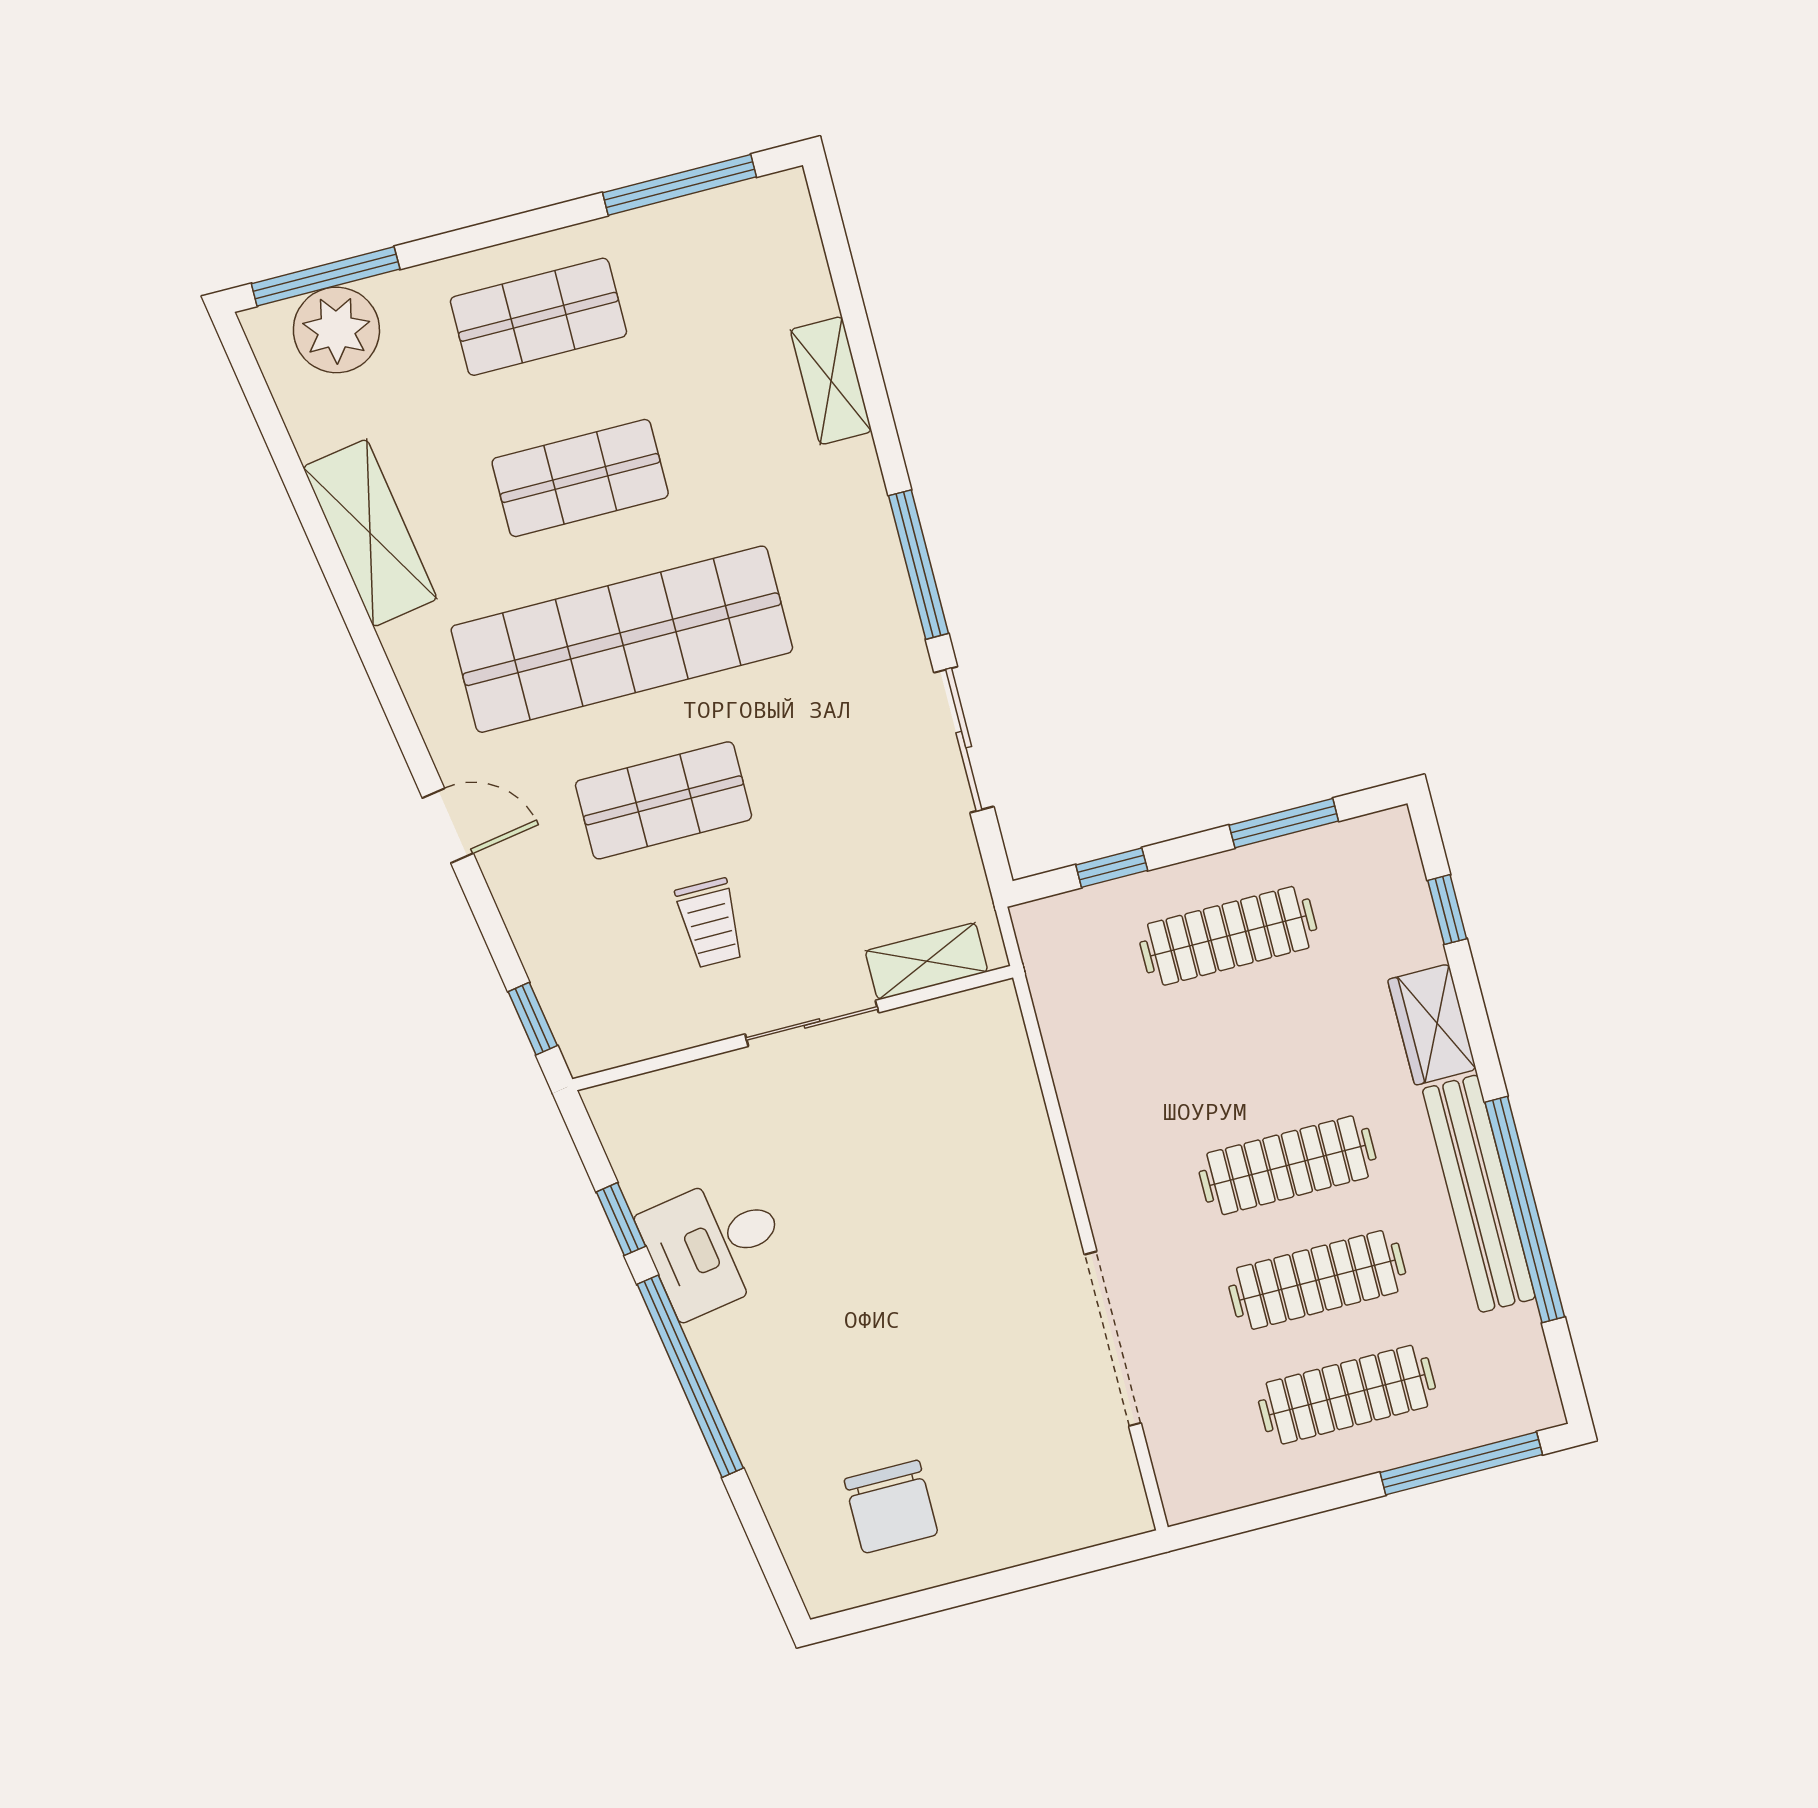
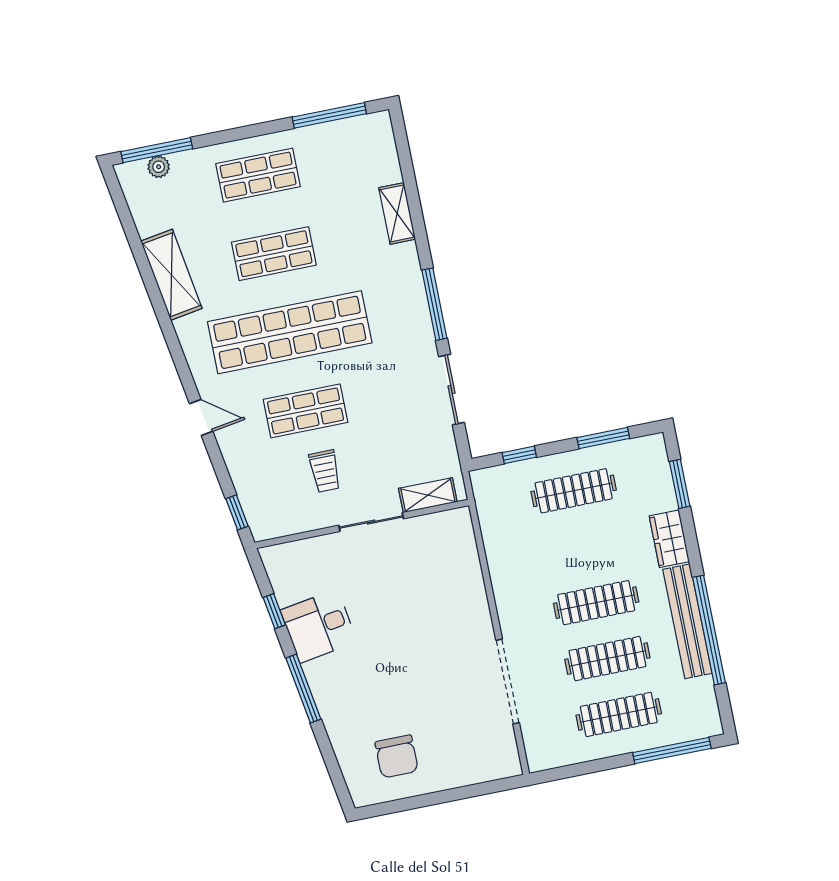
plant: (336, 330) -> (159, 167), width x0.53, depth x0.53
window: (1447, 910) -> (680, 484), width x1.50
window: (690, 1376) -> (303, 689), width x0.68

